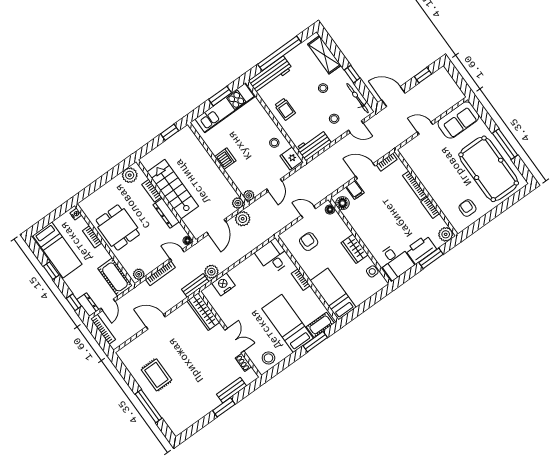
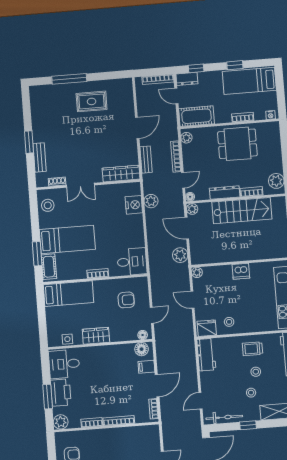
stool: (334, 119) -> (256, 372), moved
plant: (238, 203) -> (192, 209), moved
bench: (195, 285) -> (146, 160), moved

